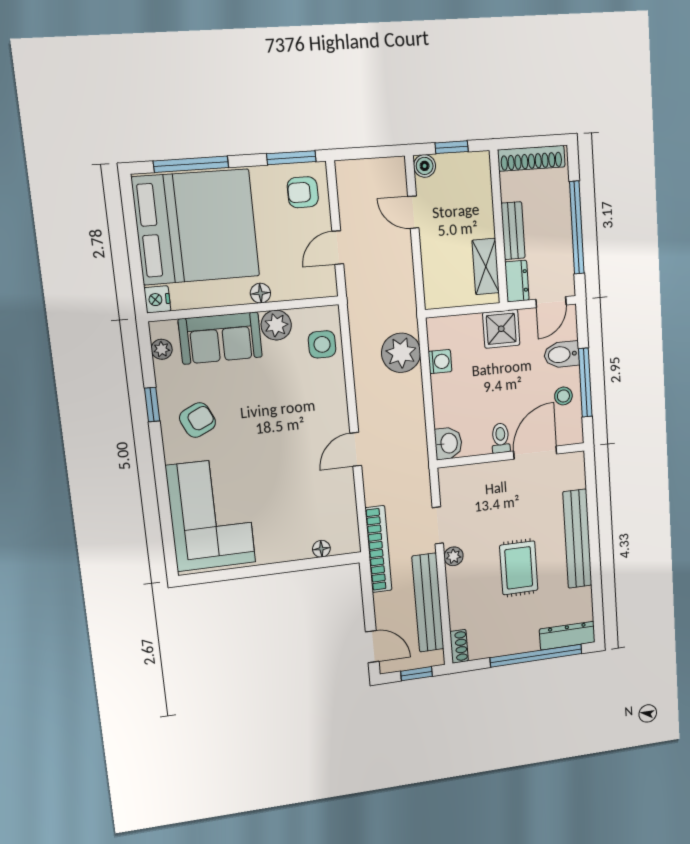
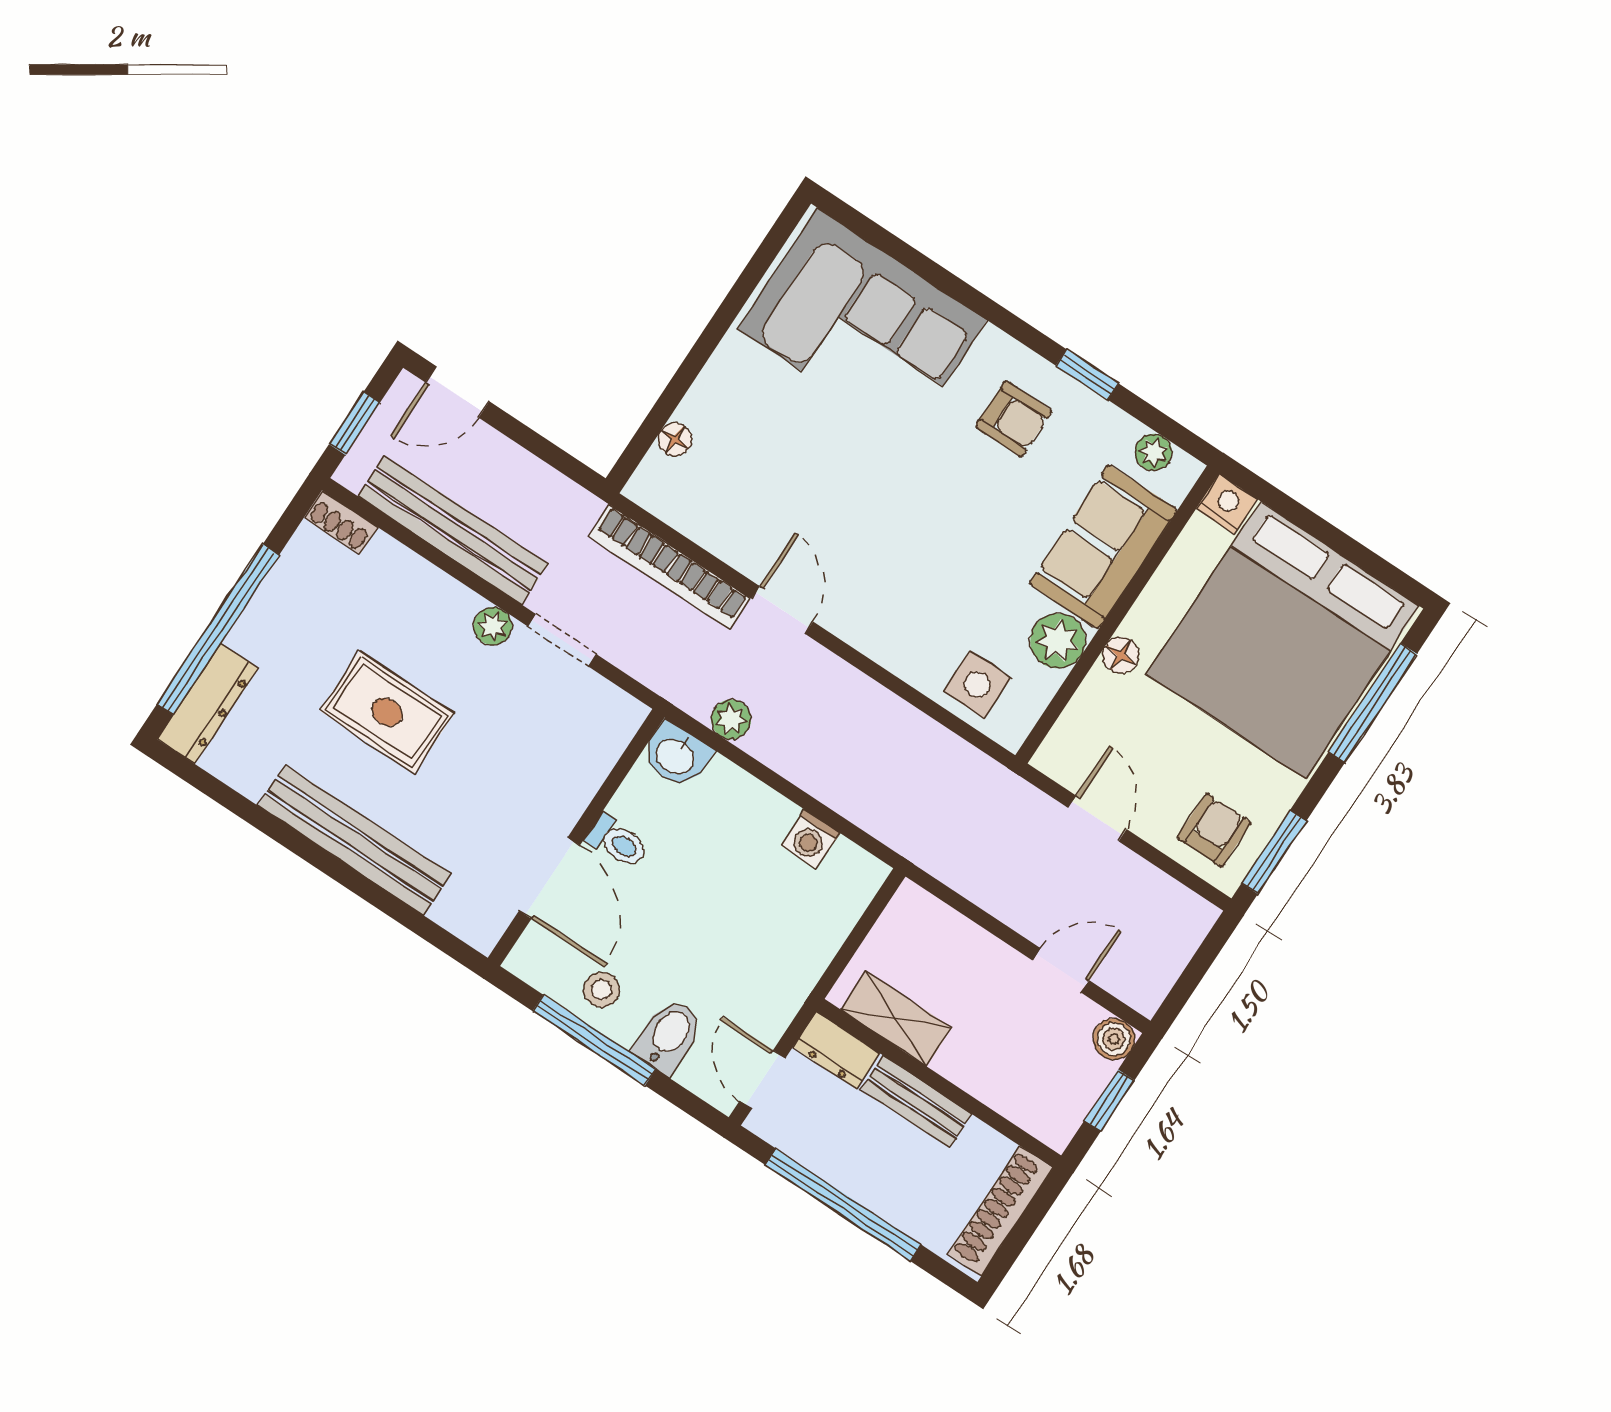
shower: (501, 329) -> (784, 971), removed
plant: (401, 353) -> (731, 719), moved, width x0.53, depth x0.53
armchair: (197, 420) -> (1014, 419), turned -65
bookcase: (378, 549) -> (670, 567), moved

